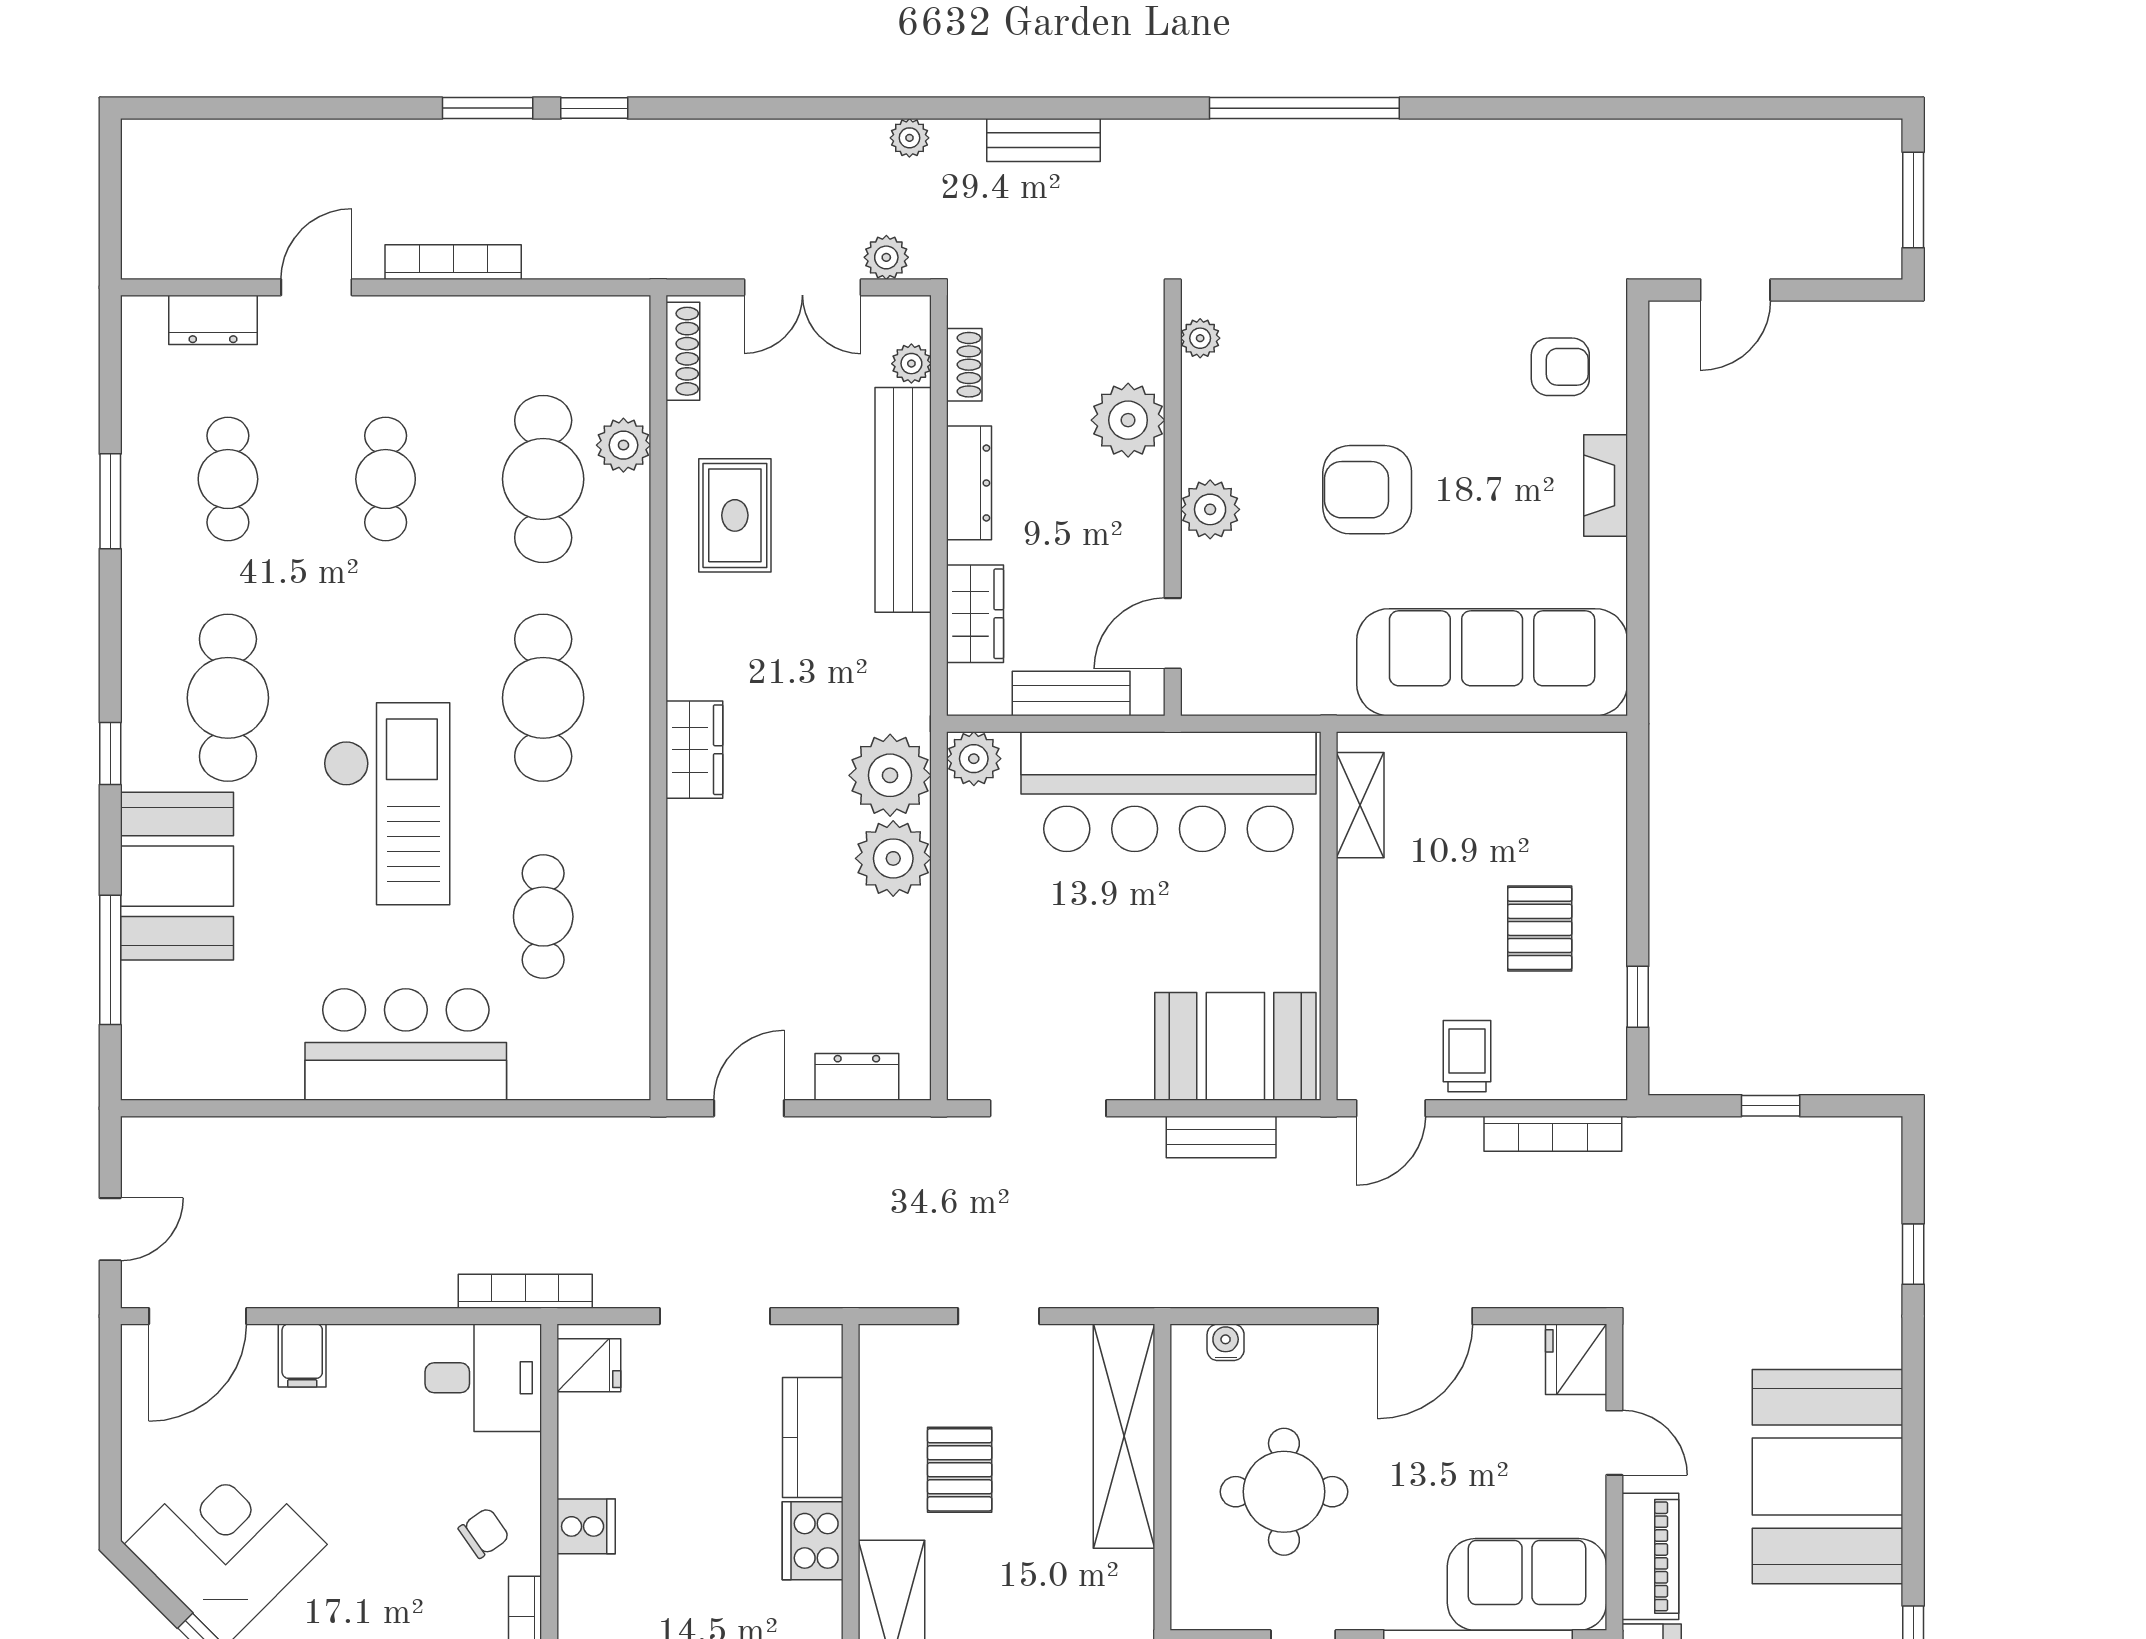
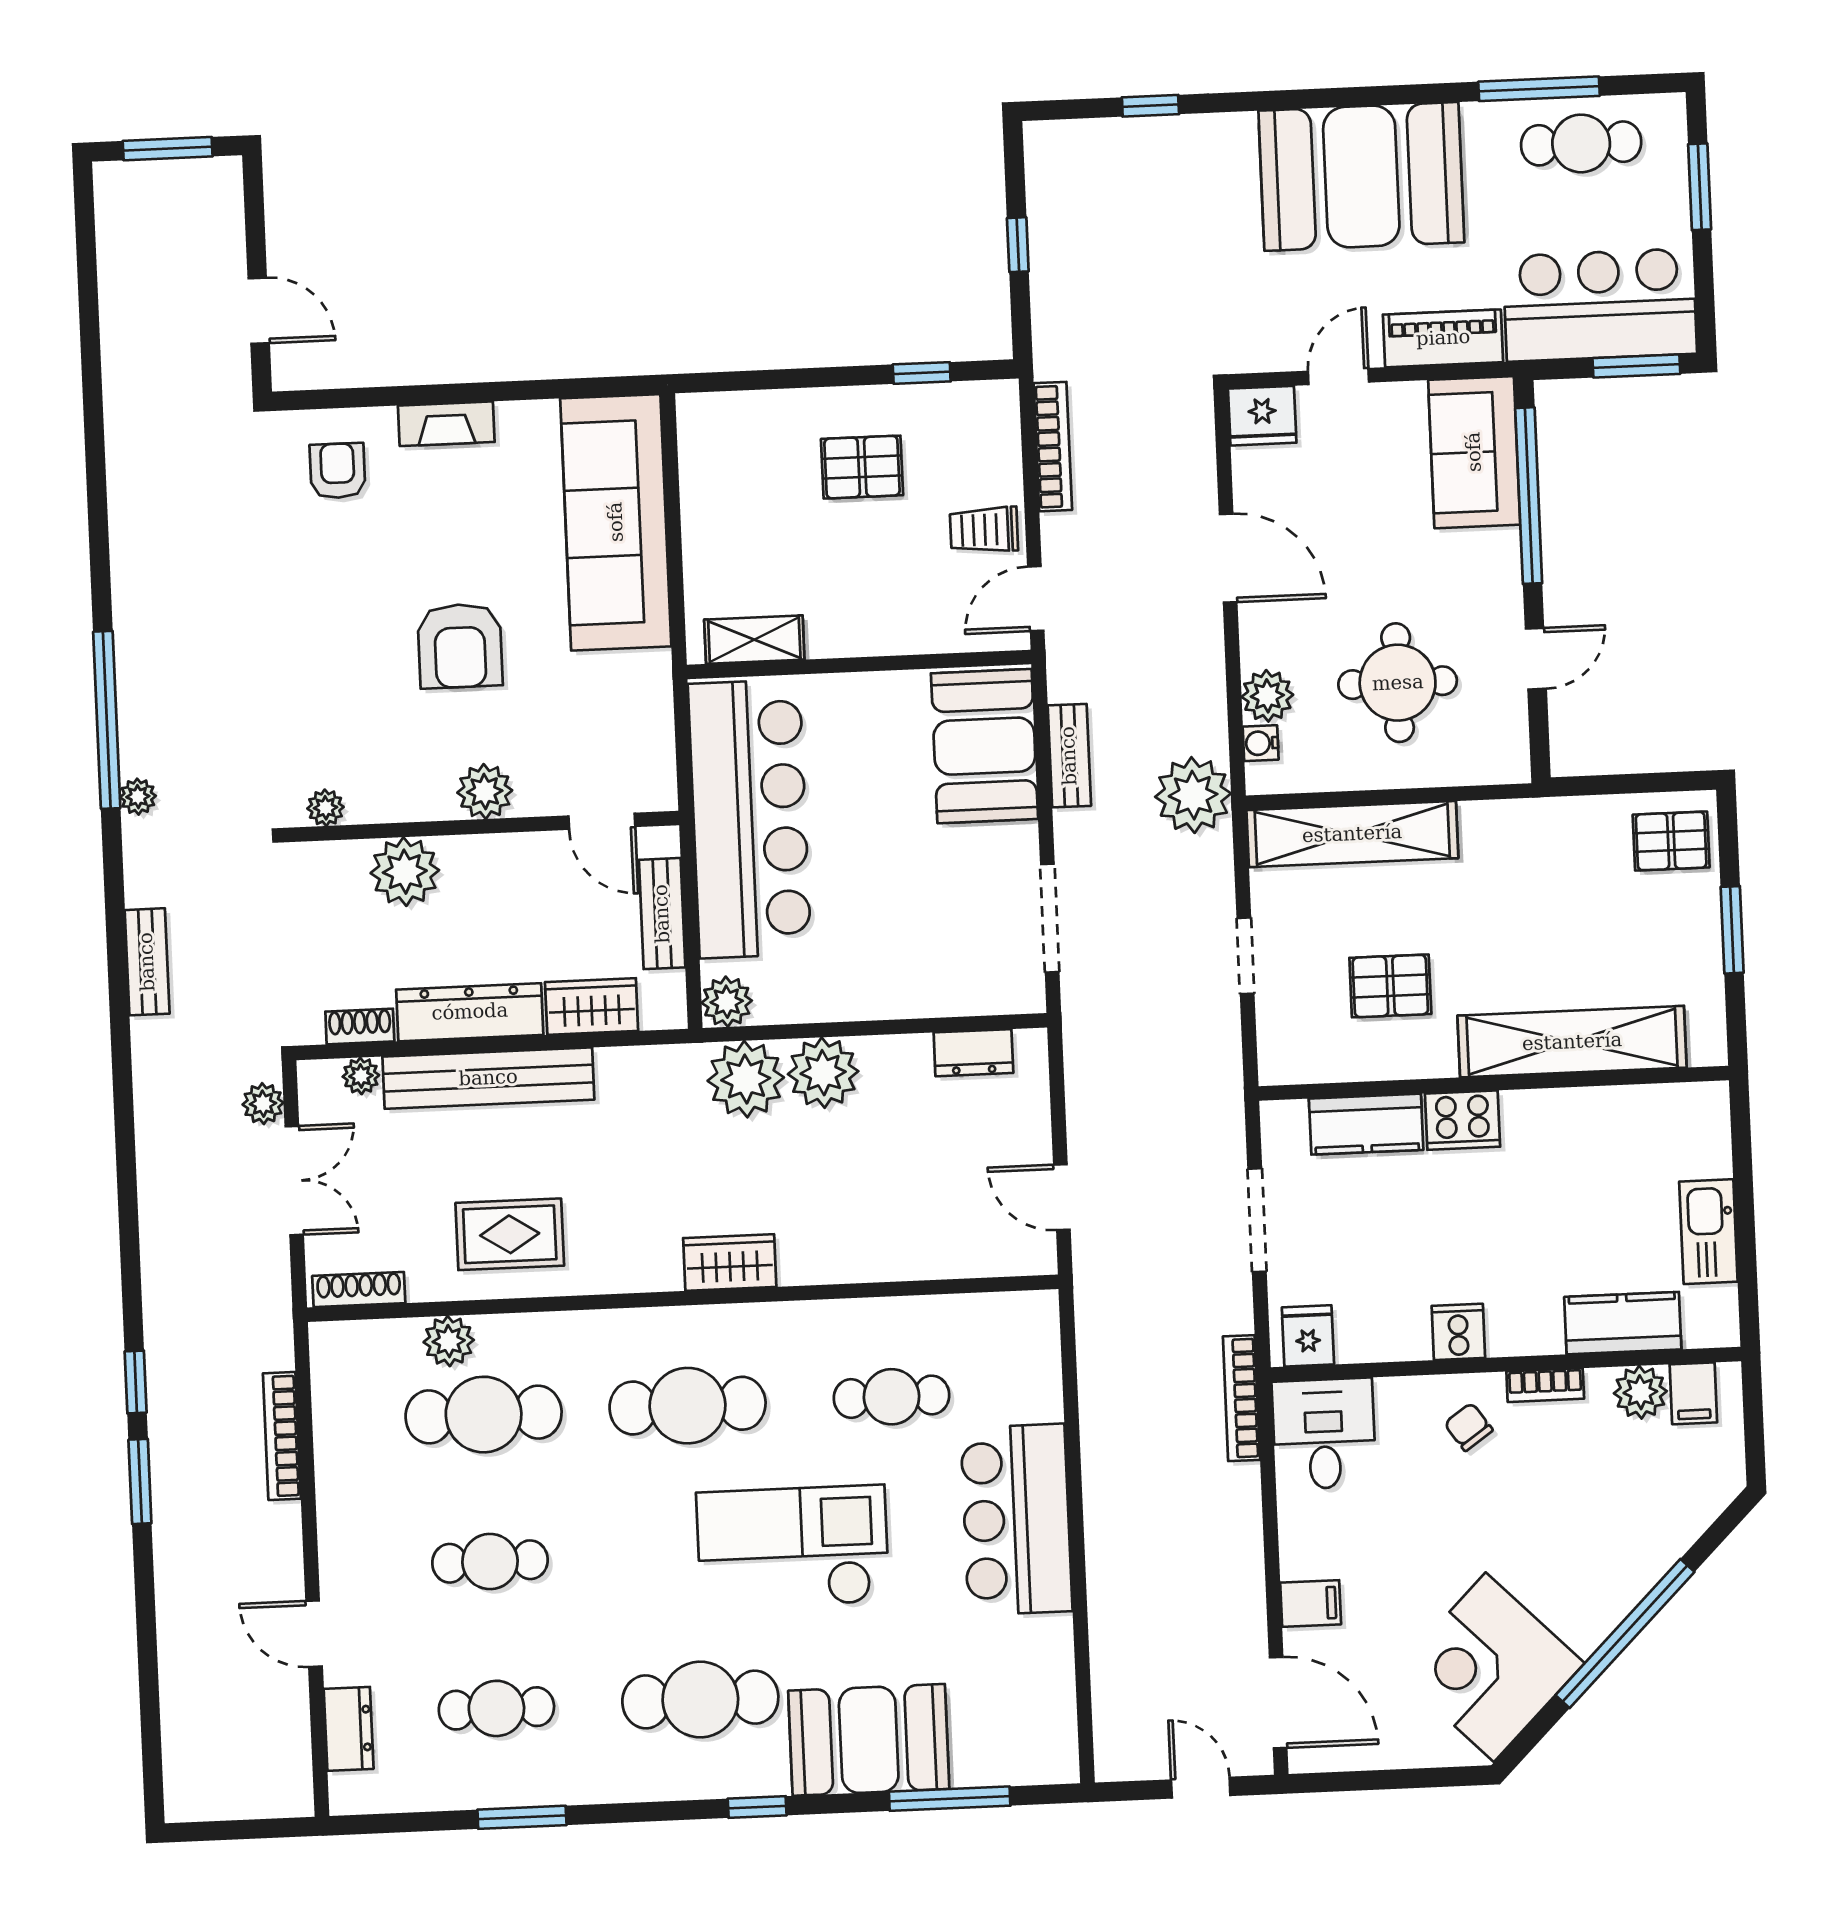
plant: (909, 138) -> (138, 797), moved
bookcase: (453, 262) -> (282, 1436), moved
dresser: (969, 483) -> (470, 1012), width x1.37, depth x1.24
dresser: (857, 1077) -> (973, 1053), moved, turned -90
door: (1391, 1108) -> (1036, 599), swing flipped
plant: (1173, 1268) -> (1193, 795), added
plant: (1276, 1352) -> (1267, 696), added

